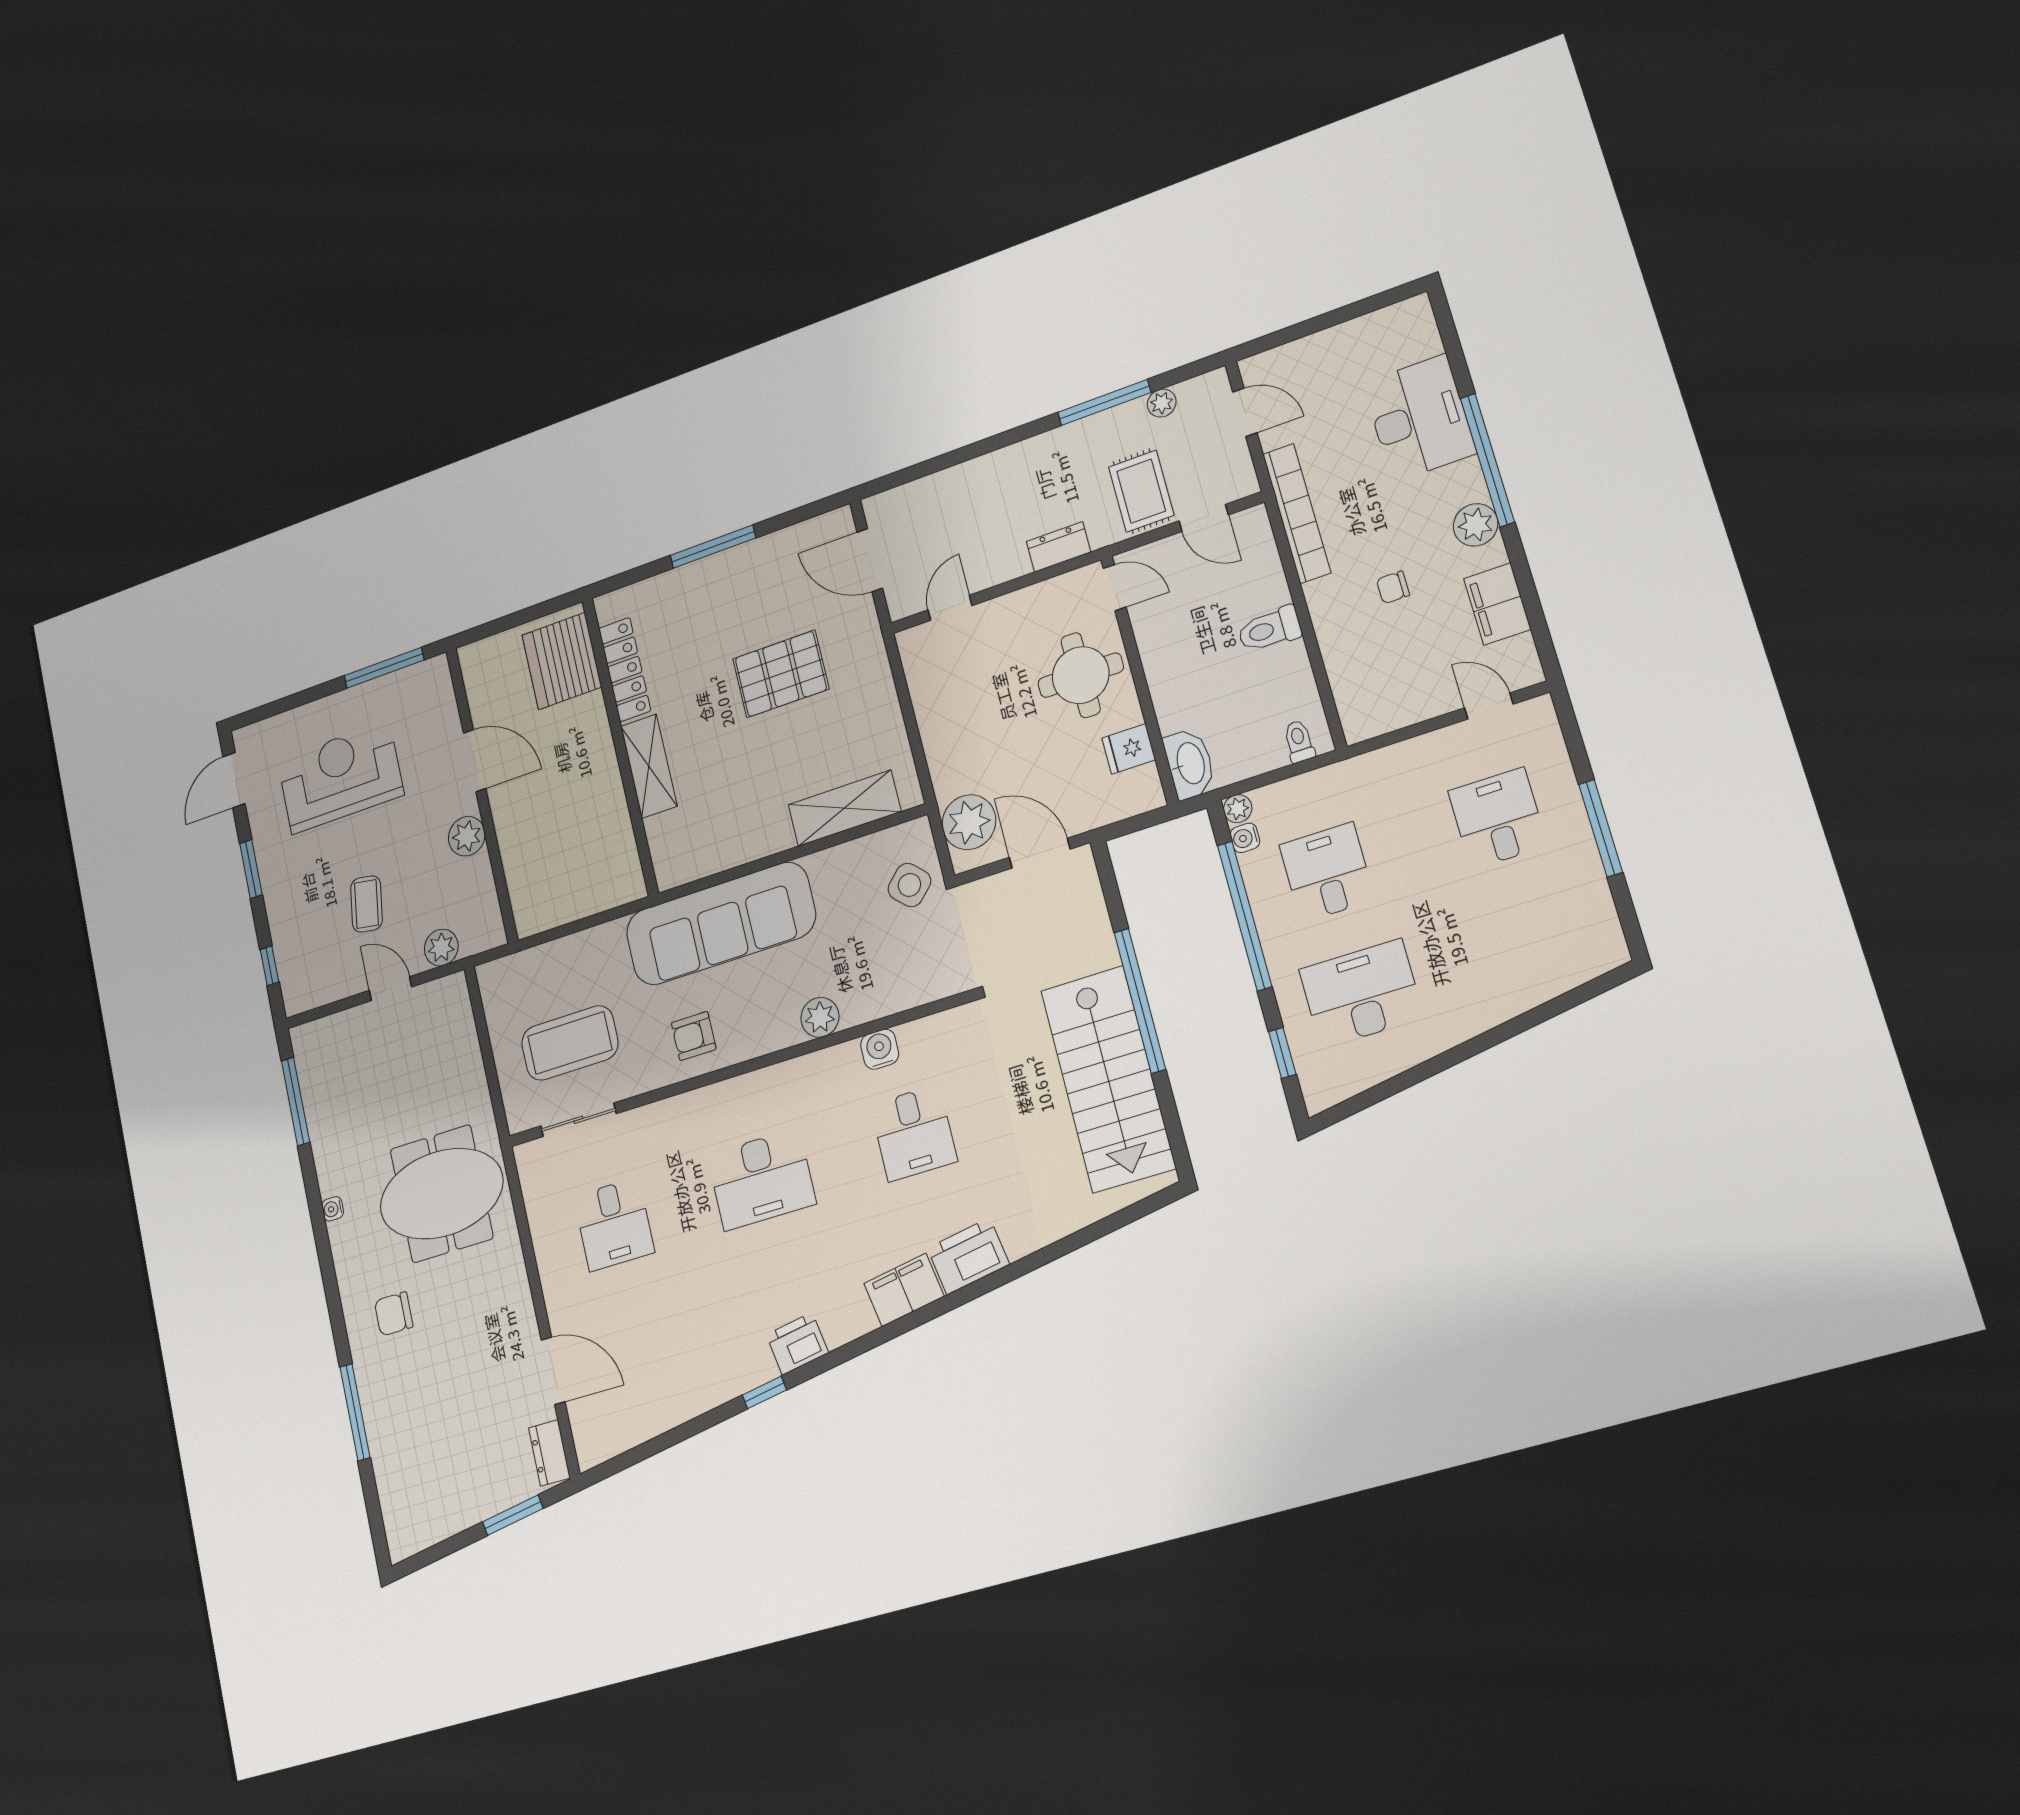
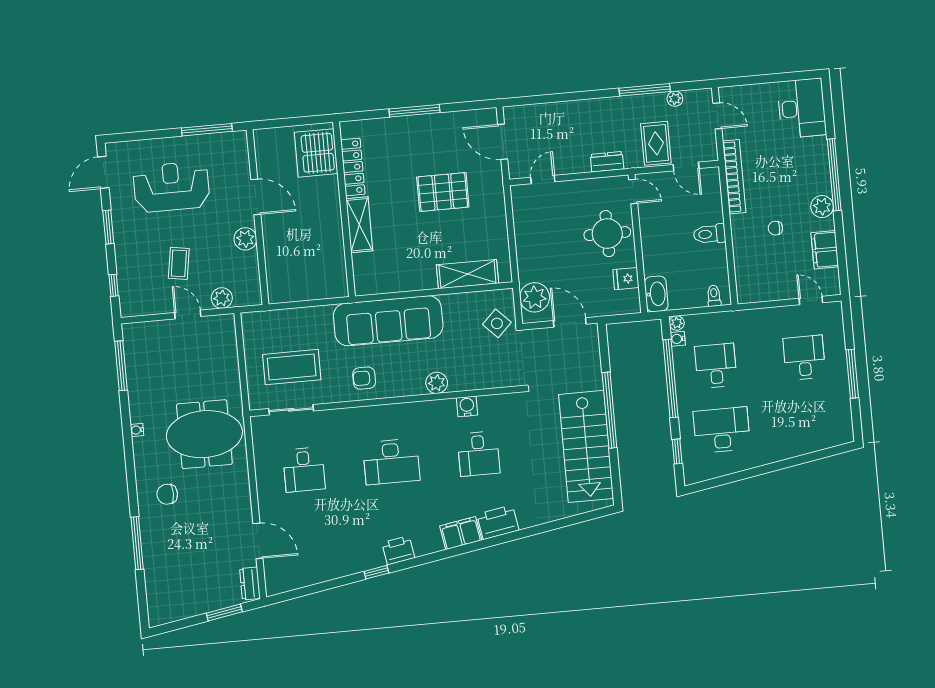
desk: (1419, 418) -> (802, 108), moved

